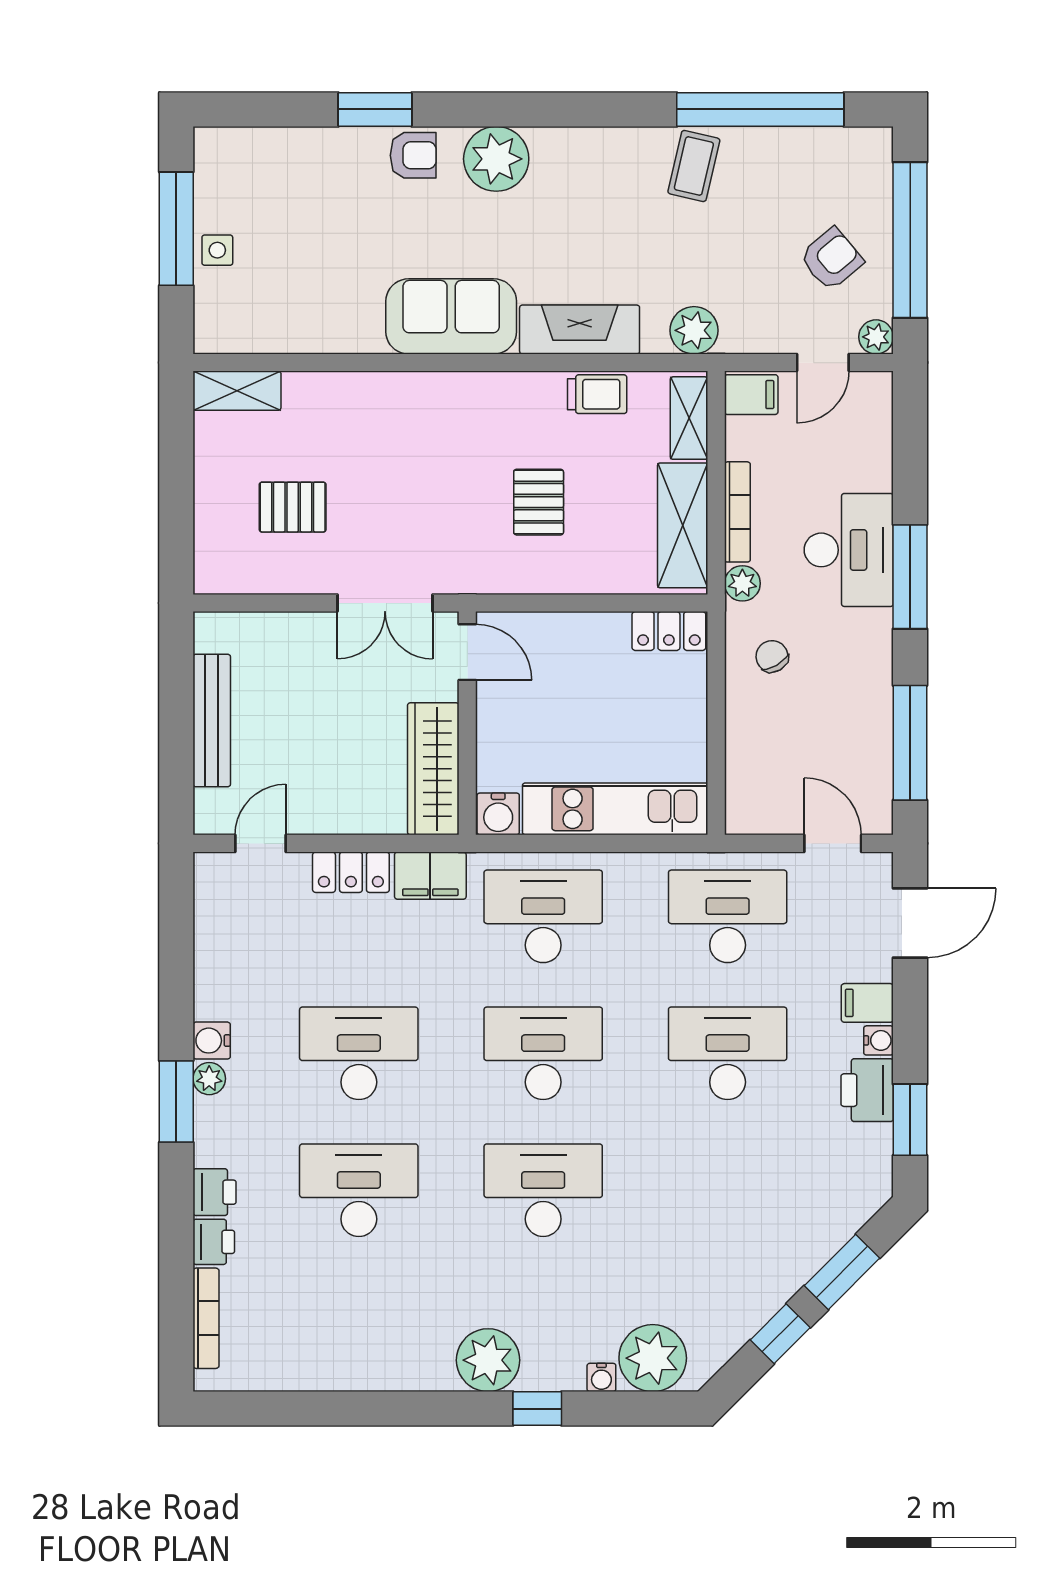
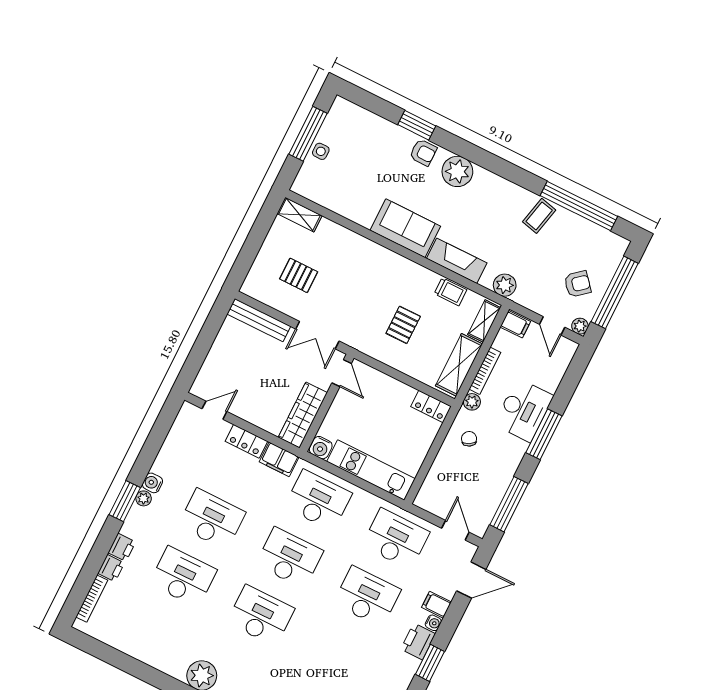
door: (823, 363) -> (552, 326), hinge flipped
bench: (212, 721) -> (259, 320), moved, turned 90

